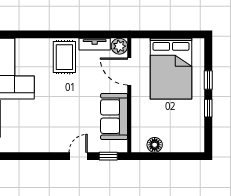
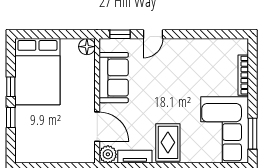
bed: (171, 69) -> (37, 72), moved, turned 180
floor lamp: (155, 145) -> (87, 47), moved

